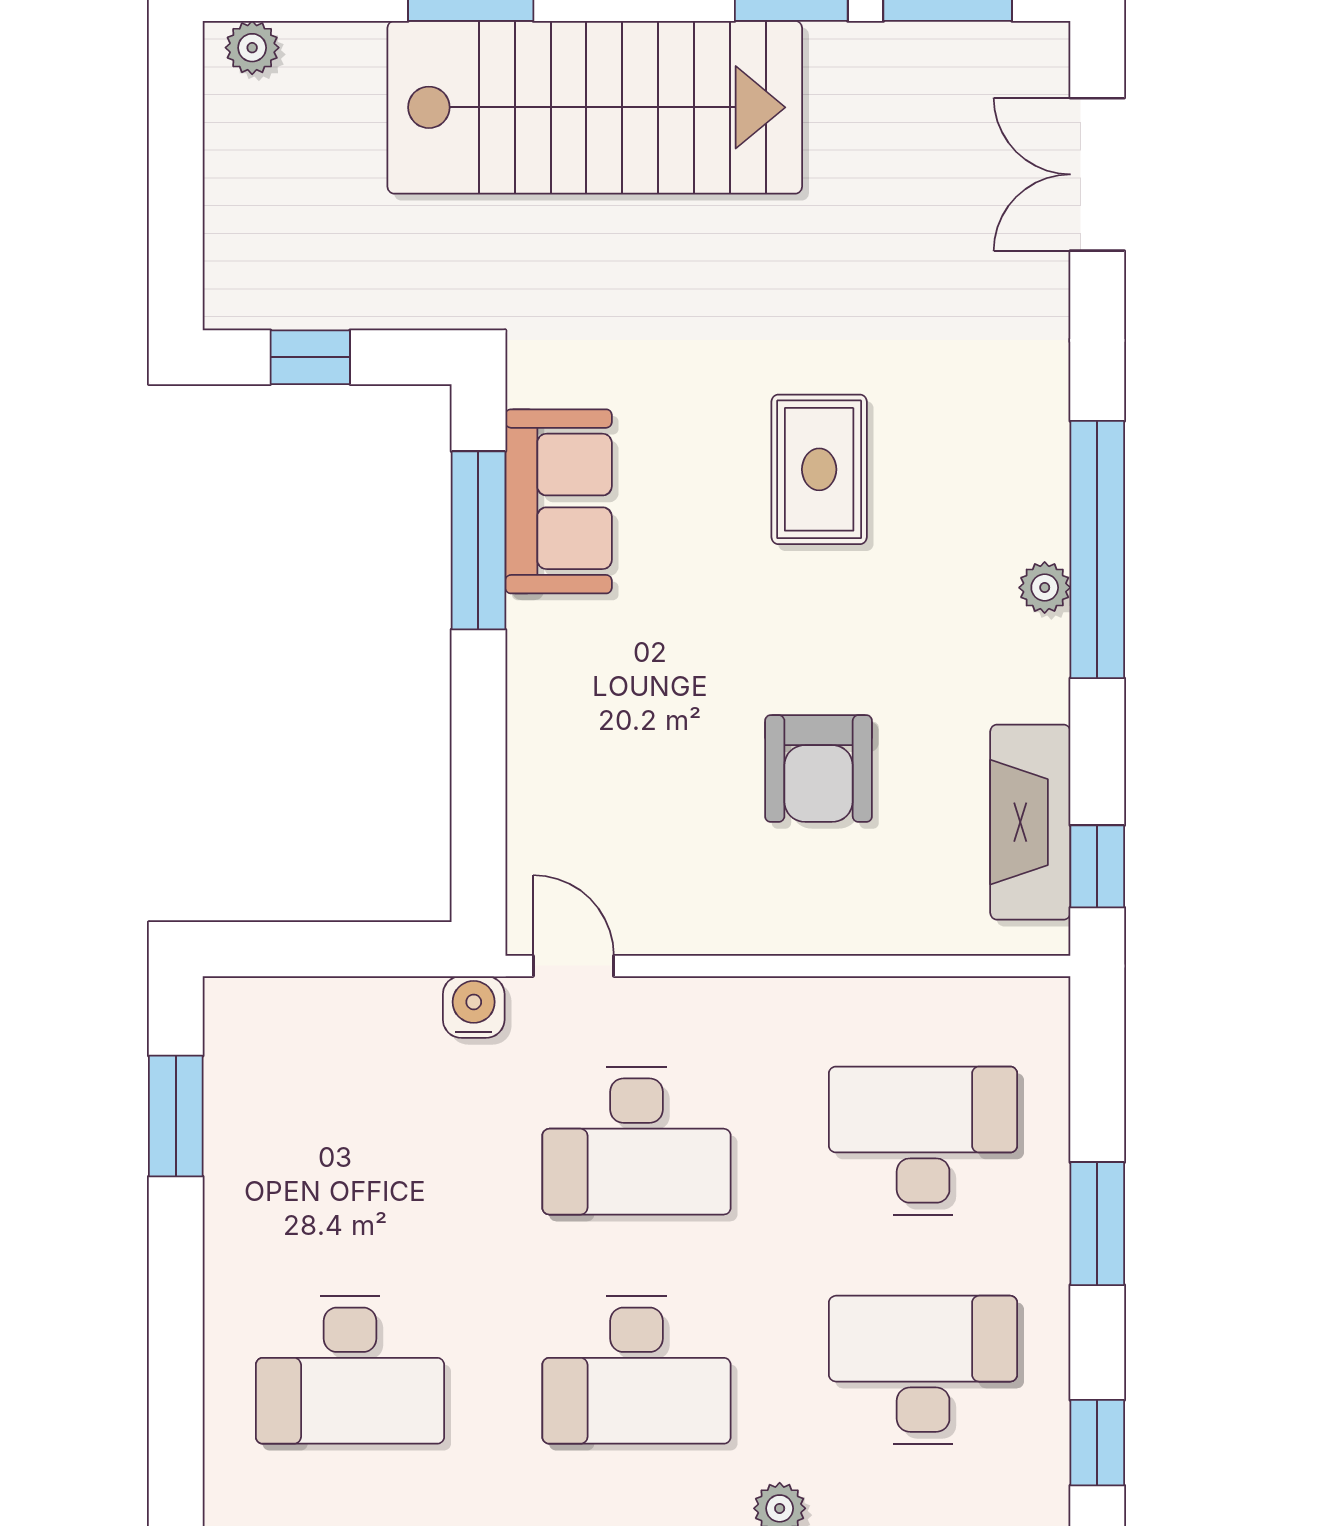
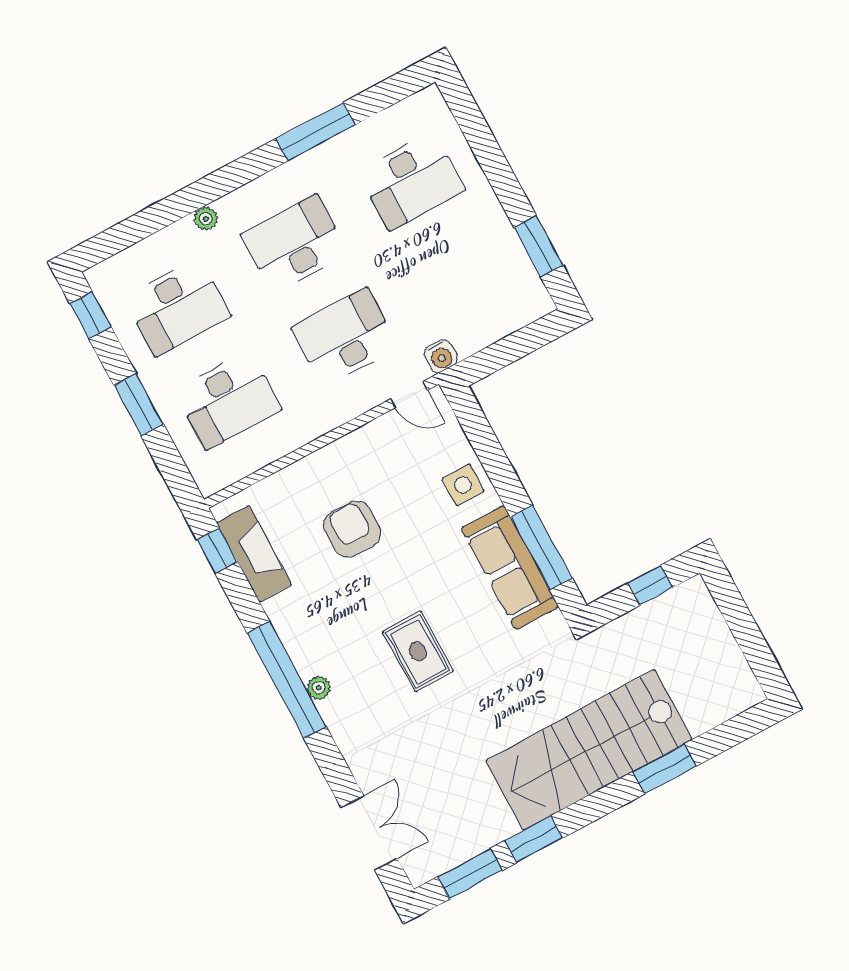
plant: (252, 48) -> (742, 699), removed
sofa: (559, 501) -> (510, 568), width x1.36
plant: (1045, 588) -> (319, 688), moved
side table: (563, 739) -> (463, 485), added
desk: (350, 1370) -> (411, 181), turned 180

